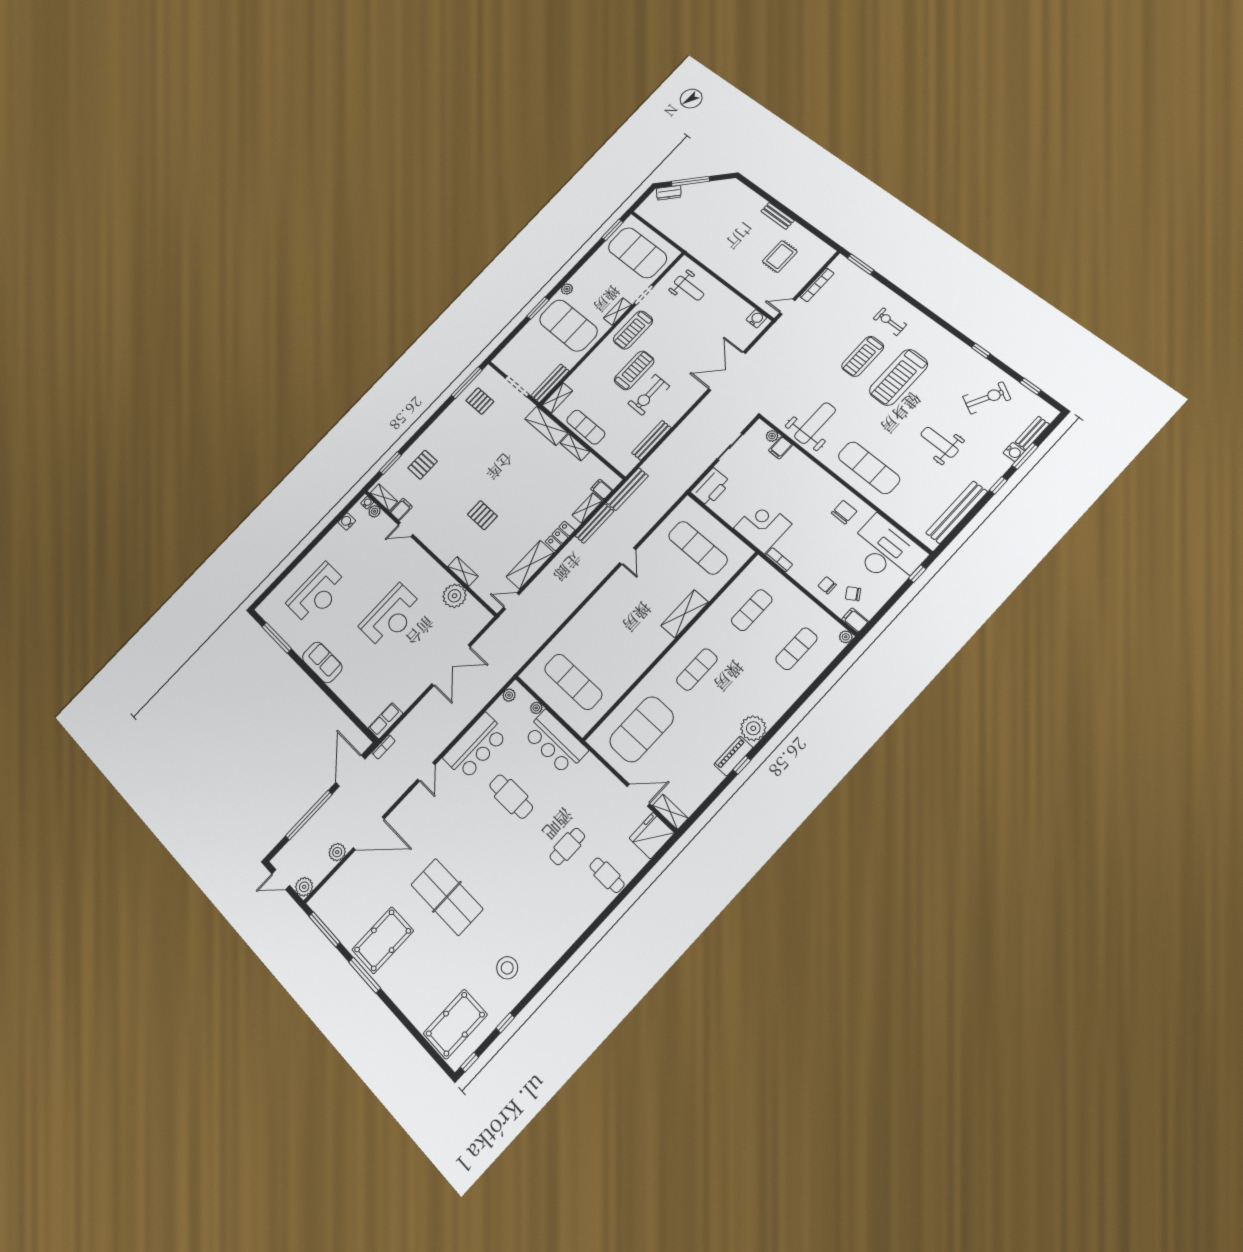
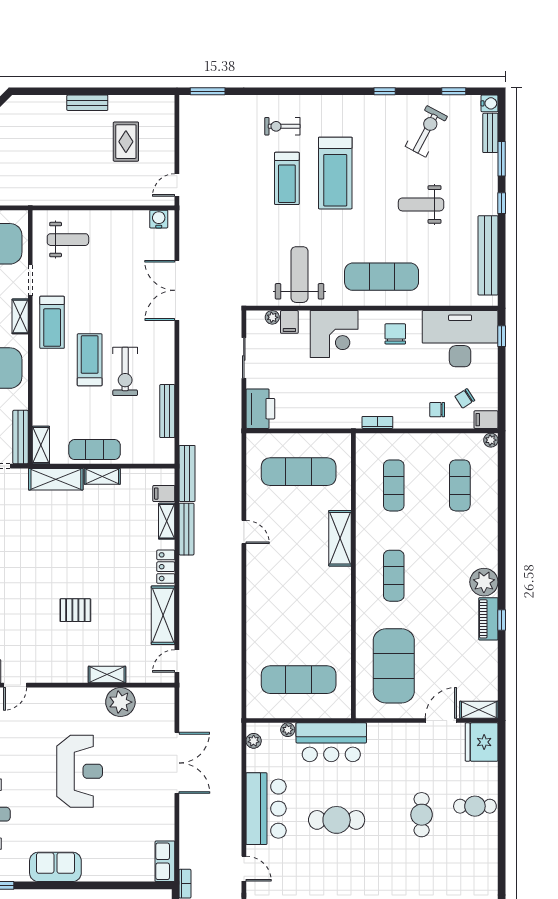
bookcase: (817, 285) -> (185, 143), removed
water cooler: (1014, 452) -> (490, 103), moved
corner desk: (763, 526) -> (334, 334), moved, turned 180

